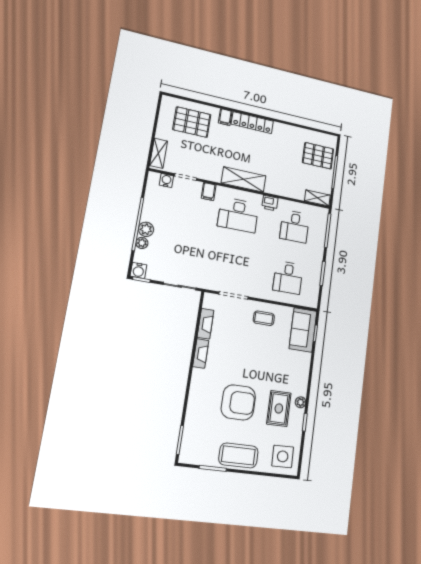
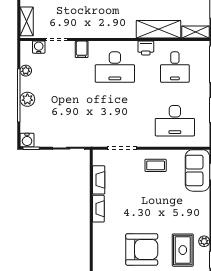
shelving: (244, 179) -> (159, 29), moved
plant: (142, 243) -> (26, 71), moved
desk: (288, 278) -> (175, 121), width x1.37

